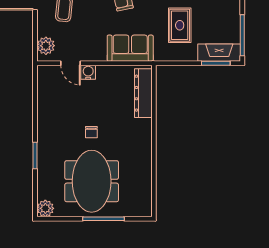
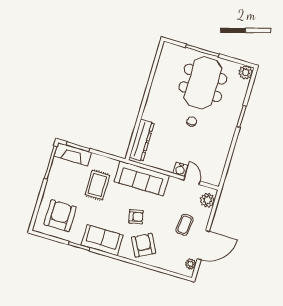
sofa: (130, 48) -> (142, 178), width x1.36

